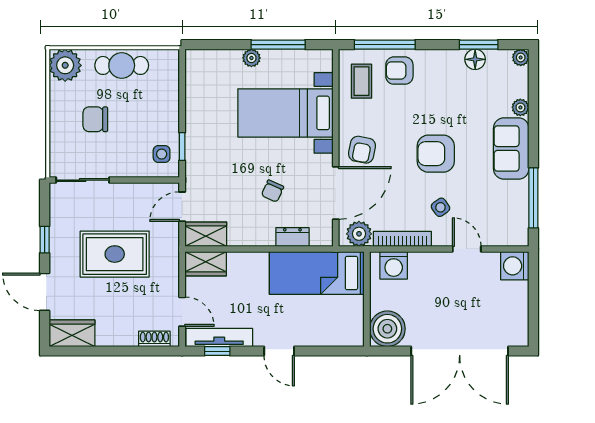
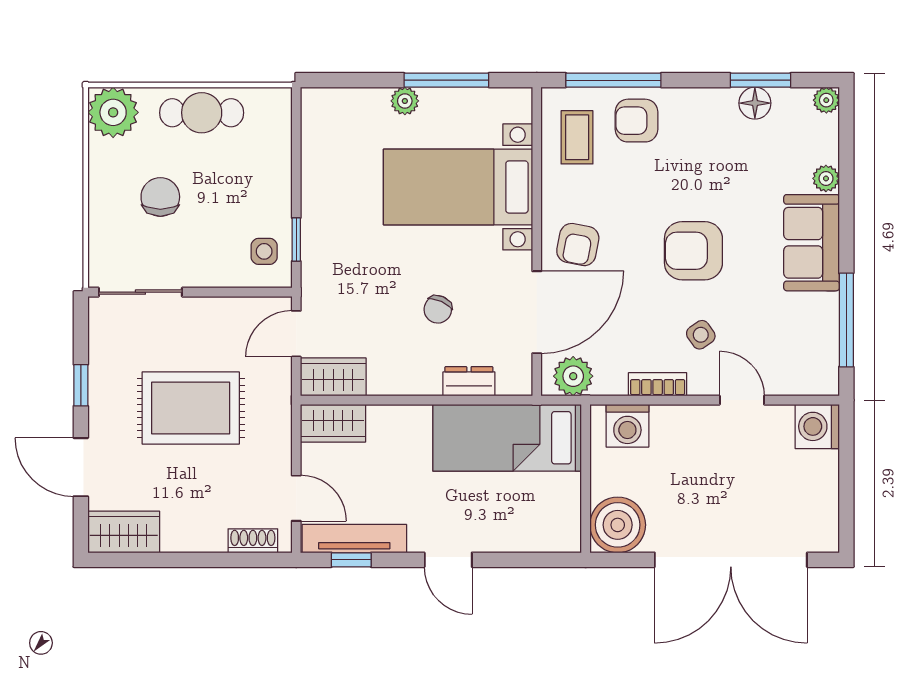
chair: (95, 119) -> (160, 197), turned 90
bookcase: (402, 239) -> (658, 384), width x0.64

